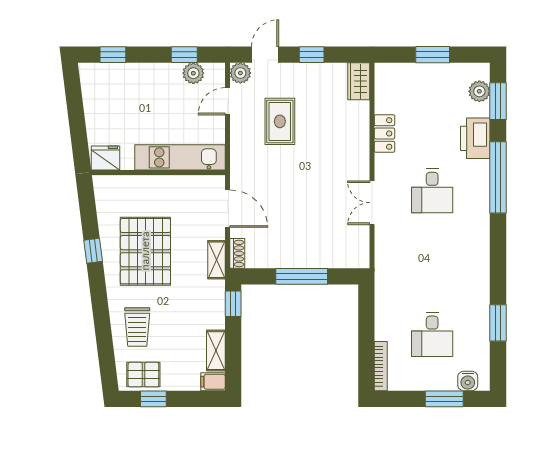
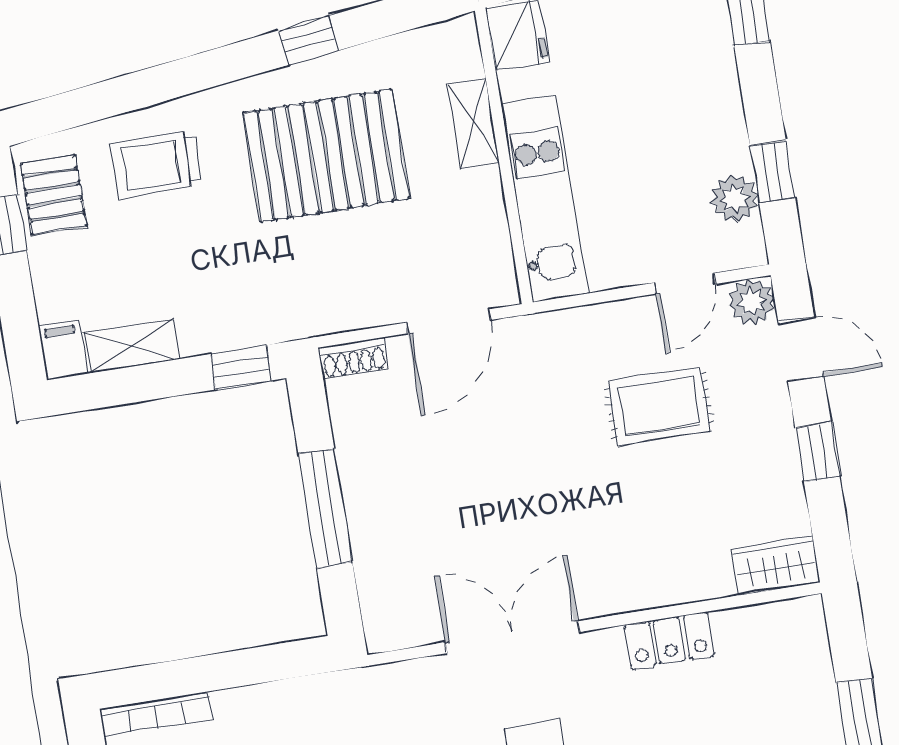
door: (228, 101) -> (685, 283), swing flipped
double door: (372, 203) -> (513, 637), width x1.37
shelving: (216, 260) -> (474, 124), moved, turned 90

